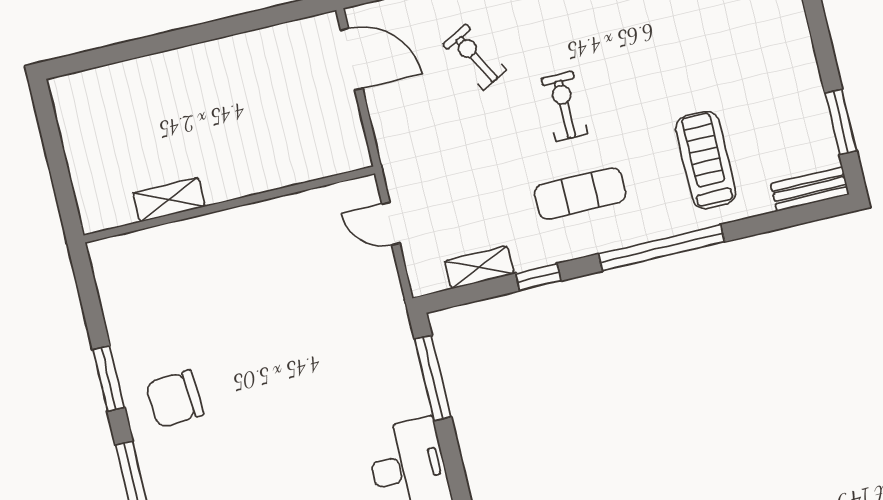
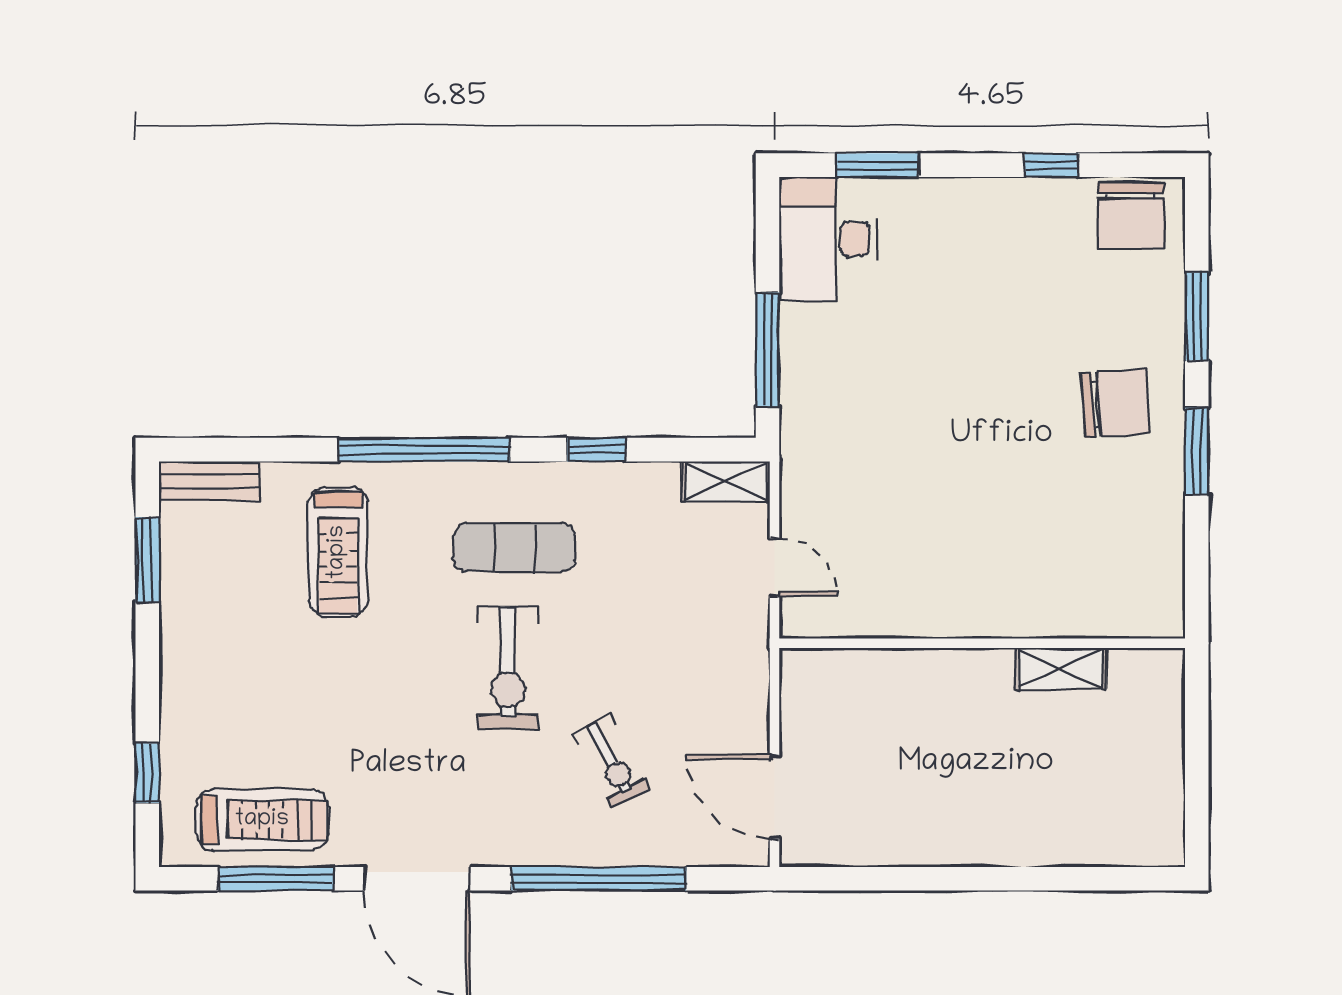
exercise bike: (564, 106) -> (508, 668), width x1.38, depth x1.39
shelving: (479, 267) -> (726, 481), moved

